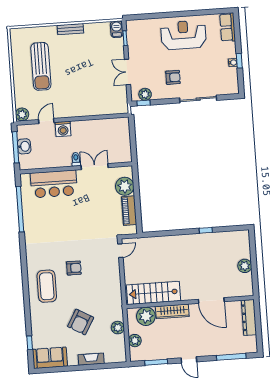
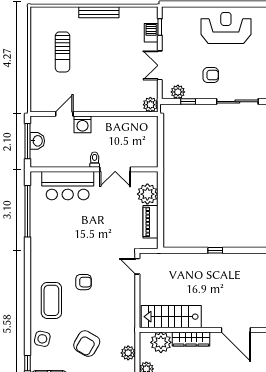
bench: (70, 29) -> (99, 12), width x1.36
barbecue: (117, 29) -> (151, 33), moved
sun lounger: (41, 66) -> (63, 52), width x0.73, depth x0.75
window: (144, 103) -> (188, 102), moved
plant: (22, 114) -> (150, 105), moved
double door: (95, 167) -> (115, 169), swing flipped
window: (206, 230) -> (215, 250), moved
door: (120, 251) -> (137, 266), swing flipped
side table: (41, 321) -> (42, 339), added

